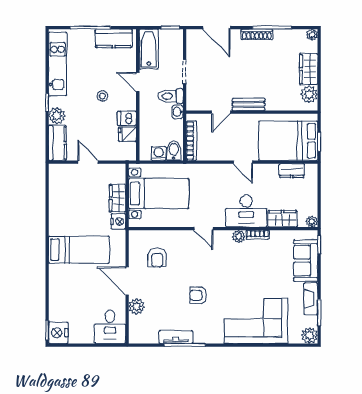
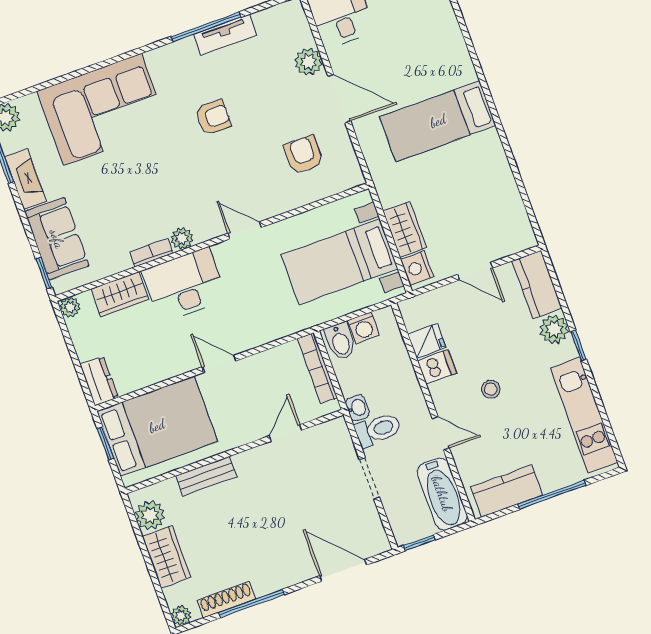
shoe rack: (257, 34) -> (226, 600), moved
bench: (249, 104) -> (206, 476), moved
dresser: (292, 171) -> (99, 381), moved, turned 90
nightstand: (118, 221) -> (417, 268), moved

